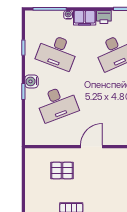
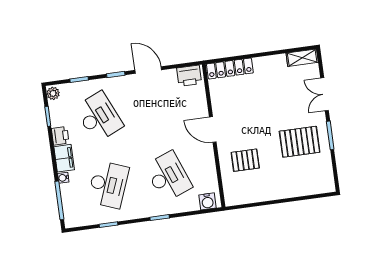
water cooler: (32, 81) -> (207, 201), moved
pallet: (62, 171) -> (245, 160), turned 90

